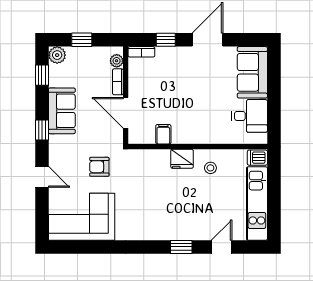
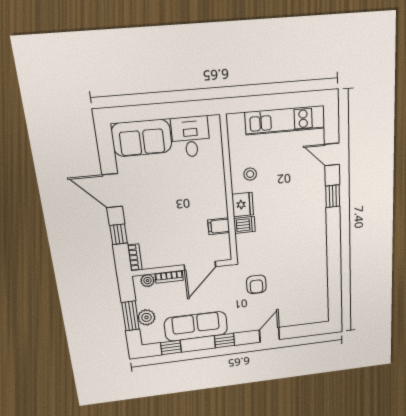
window: (82, 40) -> (130, 316), width x1.50
plant: (57, 55) -> (146, 317), moved
sofa: (62, 111) -> (196, 326), width x1.36
dishwasher: (257, 158) -> (244, 225), moved, turned -90
corner sofa: (82, 217) -> (306, 295), removed

